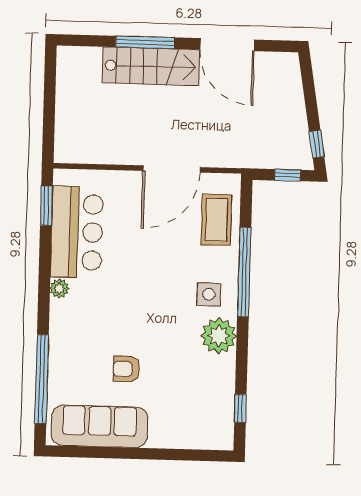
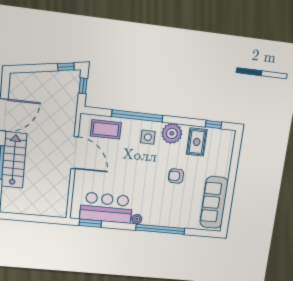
armchair: (126, 369) -> (176, 176), moved, turned 90
window: (42, 379) -> (160, 229), moved
rug: (207, 382) -> (197, 142), added

